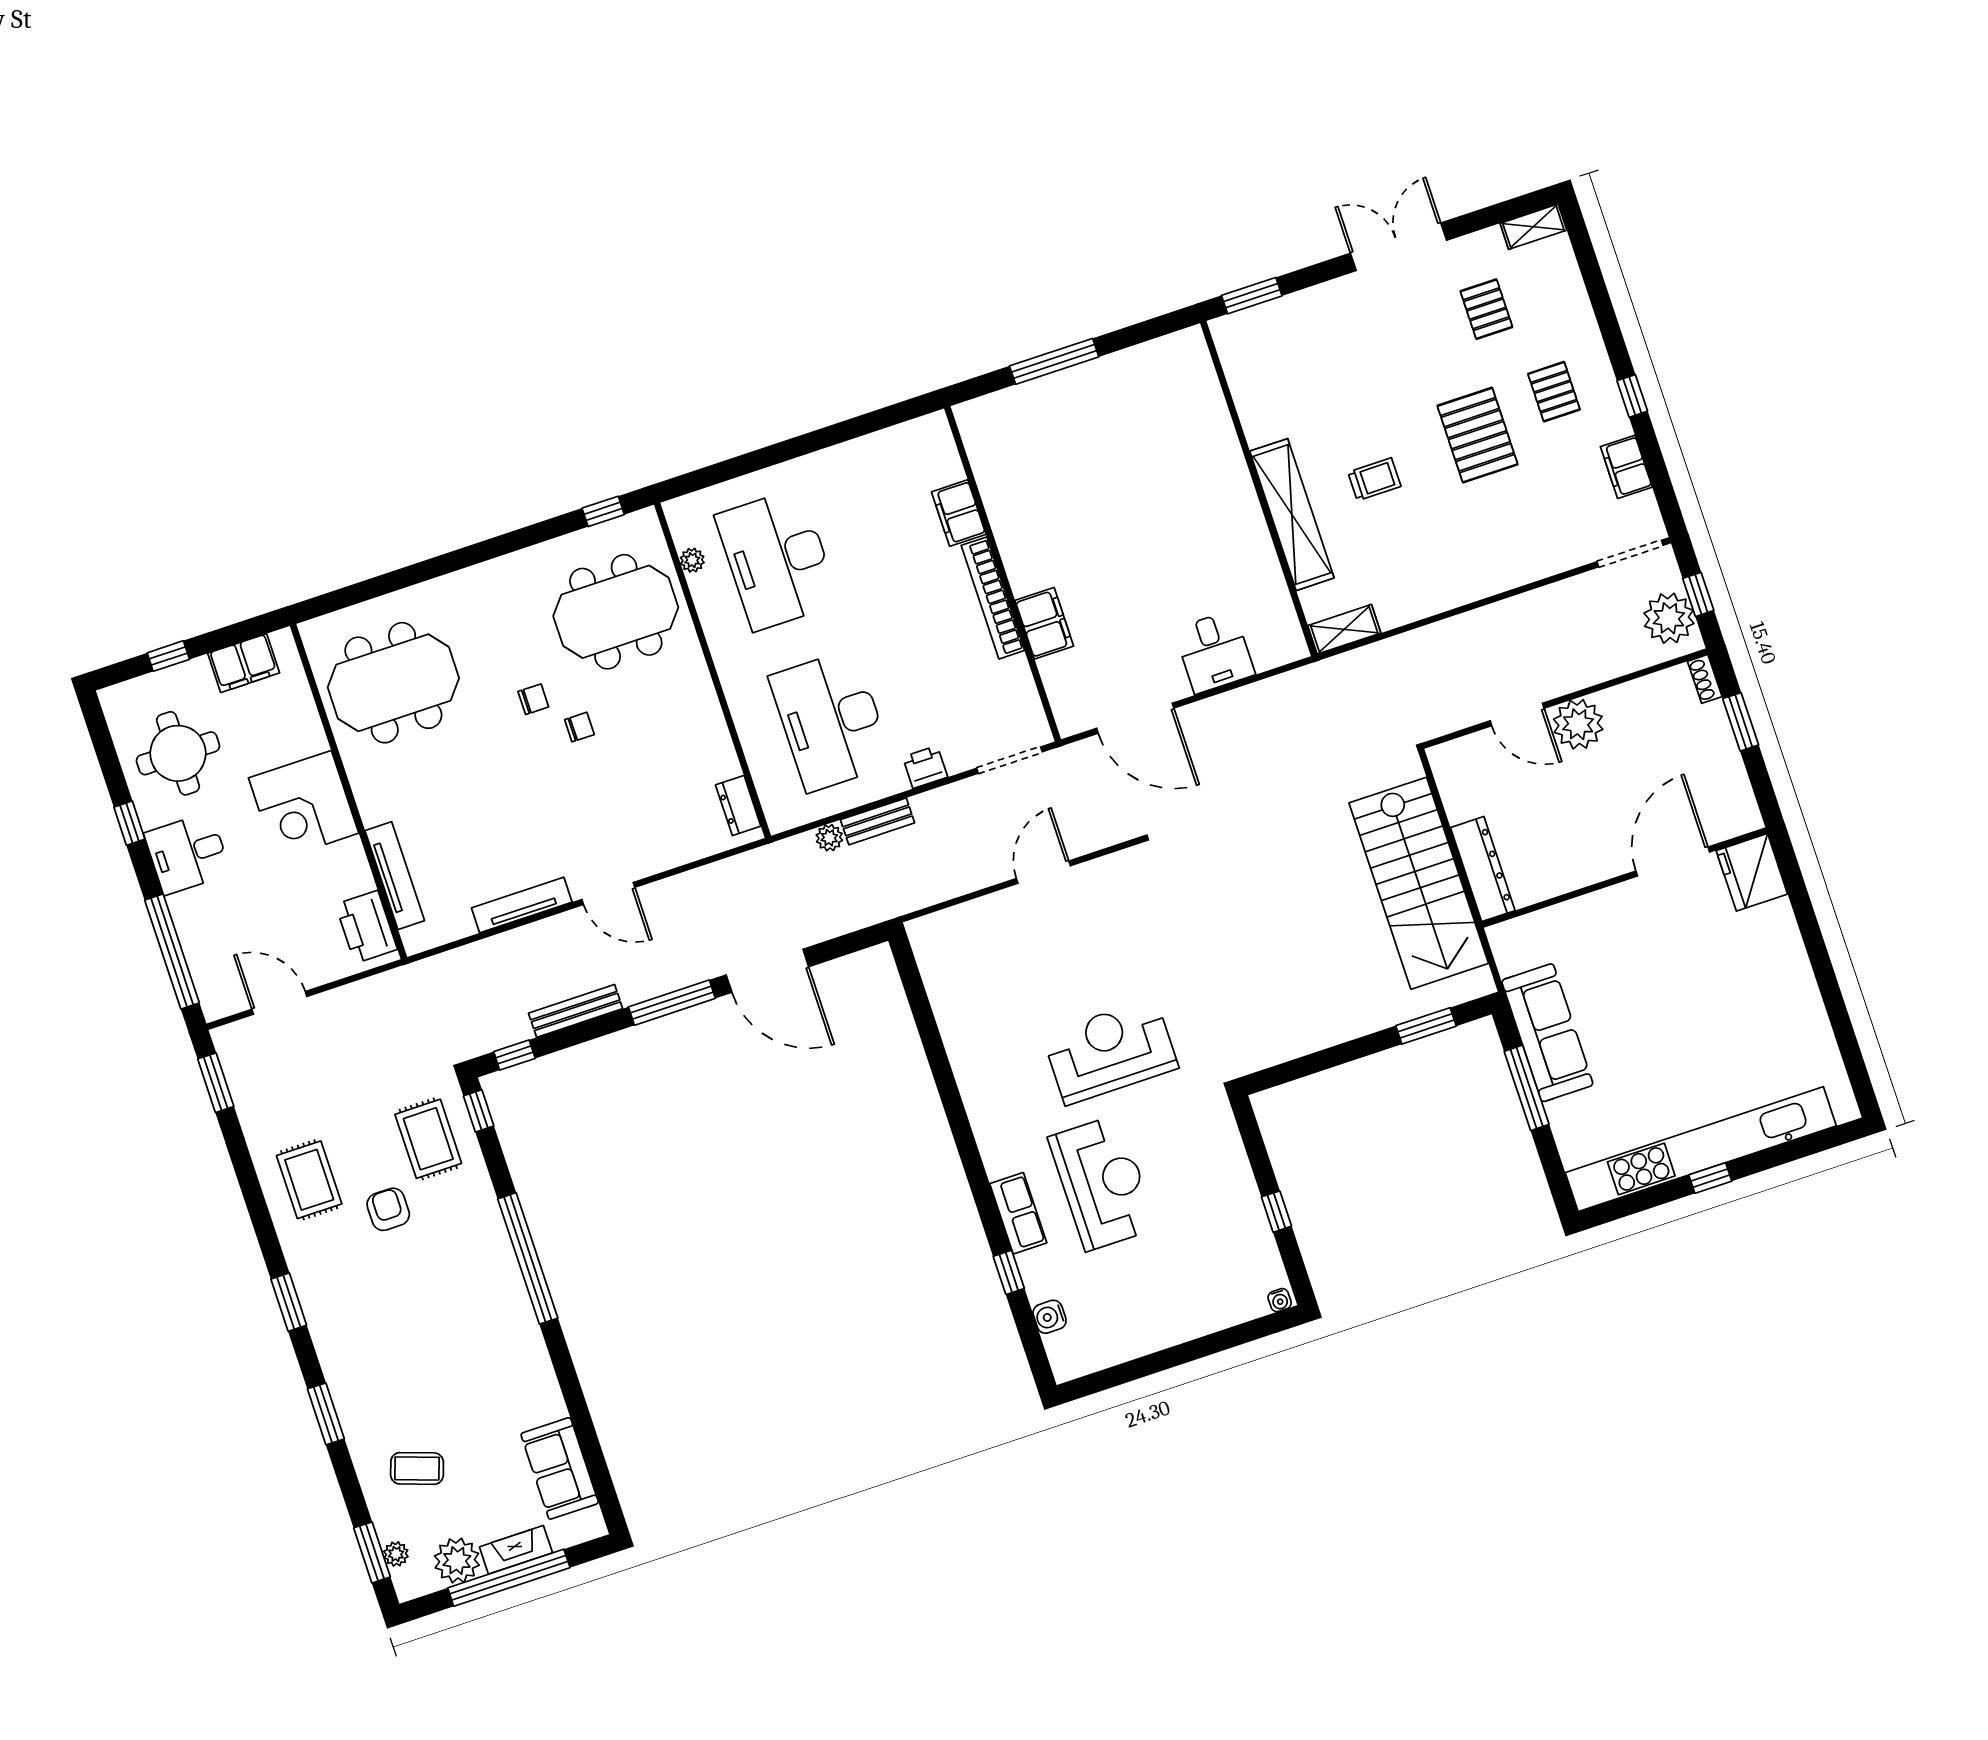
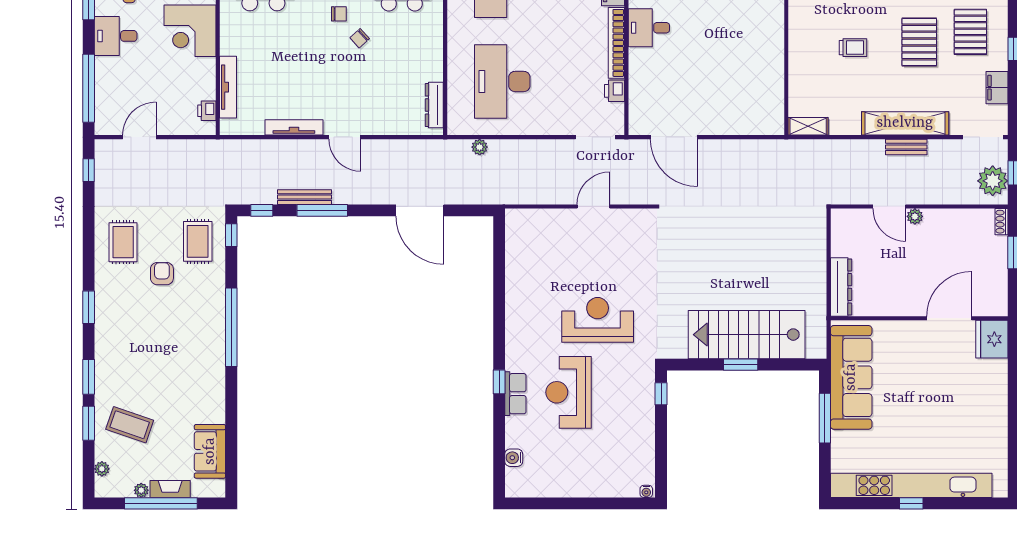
pallet: (1554, 392) -> (970, 32), width x1.50, depth x1.42
shelving: (1292, 515) -> (905, 123), moved, turned 90
filing cabinet: (1044, 623) -> (641, 67), removed
desk: (1214, 652) -> (649, 28), moved, turned 90
plant: (1578, 724) -> (915, 216), width x0.53, depth x0.53
chair: (579, 727) -> (360, 38), turned 138
printer: (925, 767) -> (615, 91), moved, turned -90
dresser: (738, 806) -> (434, 105), width x1.44
bench: (878, 821) -> (906, 147), moved
stairs: (1419, 883) -> (747, 335), moved, turned 90
printer: (366, 927) -> (207, 111), width x0.53, depth x0.68
door: (279, 1003) -> (139, 137), hinge flipped
window: (672, 1003) -> (322, 210), moved
window: (1426, 1026) -> (741, 365), moved
sofa: (1547, 1033) -> (851, 377), width x1.36, depth x1.27
window: (216, 1083) -> (89, 170), width x0.67
reception desk: (1102, 1183) -> (569, 392), turned 180
window: (1276, 1212) -> (661, 394), moved
window: (1009, 1272) -> (499, 382), moved
coffee table: (417, 1468) -> (130, 425), width x1.36, depth x1.30
window: (372, 1552) -> (89, 423), moved
plant: (457, 1561) -> (141, 490), width x0.53, depth x0.53

